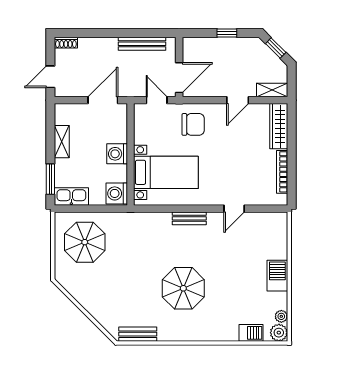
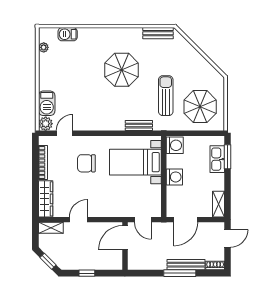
window: (110, 33) -> (180, 273), added
bench: (142, 44) -> (186, 265), moved
chair: (193, 124) -> (86, 163), moved
shelving: (62, 142) -> (218, 204), moved
kitchen sink: (71, 196) -> (217, 159), moved, turned 90
door: (234, 209) -> (65, 133), moved
bench: (189, 218) -> (139, 126), moved
sun lounger: (128, 256) -> (166, 96), added
barbecue: (277, 276) -> (47, 103), moved
plant: (279, 333) -> (46, 124), moved

